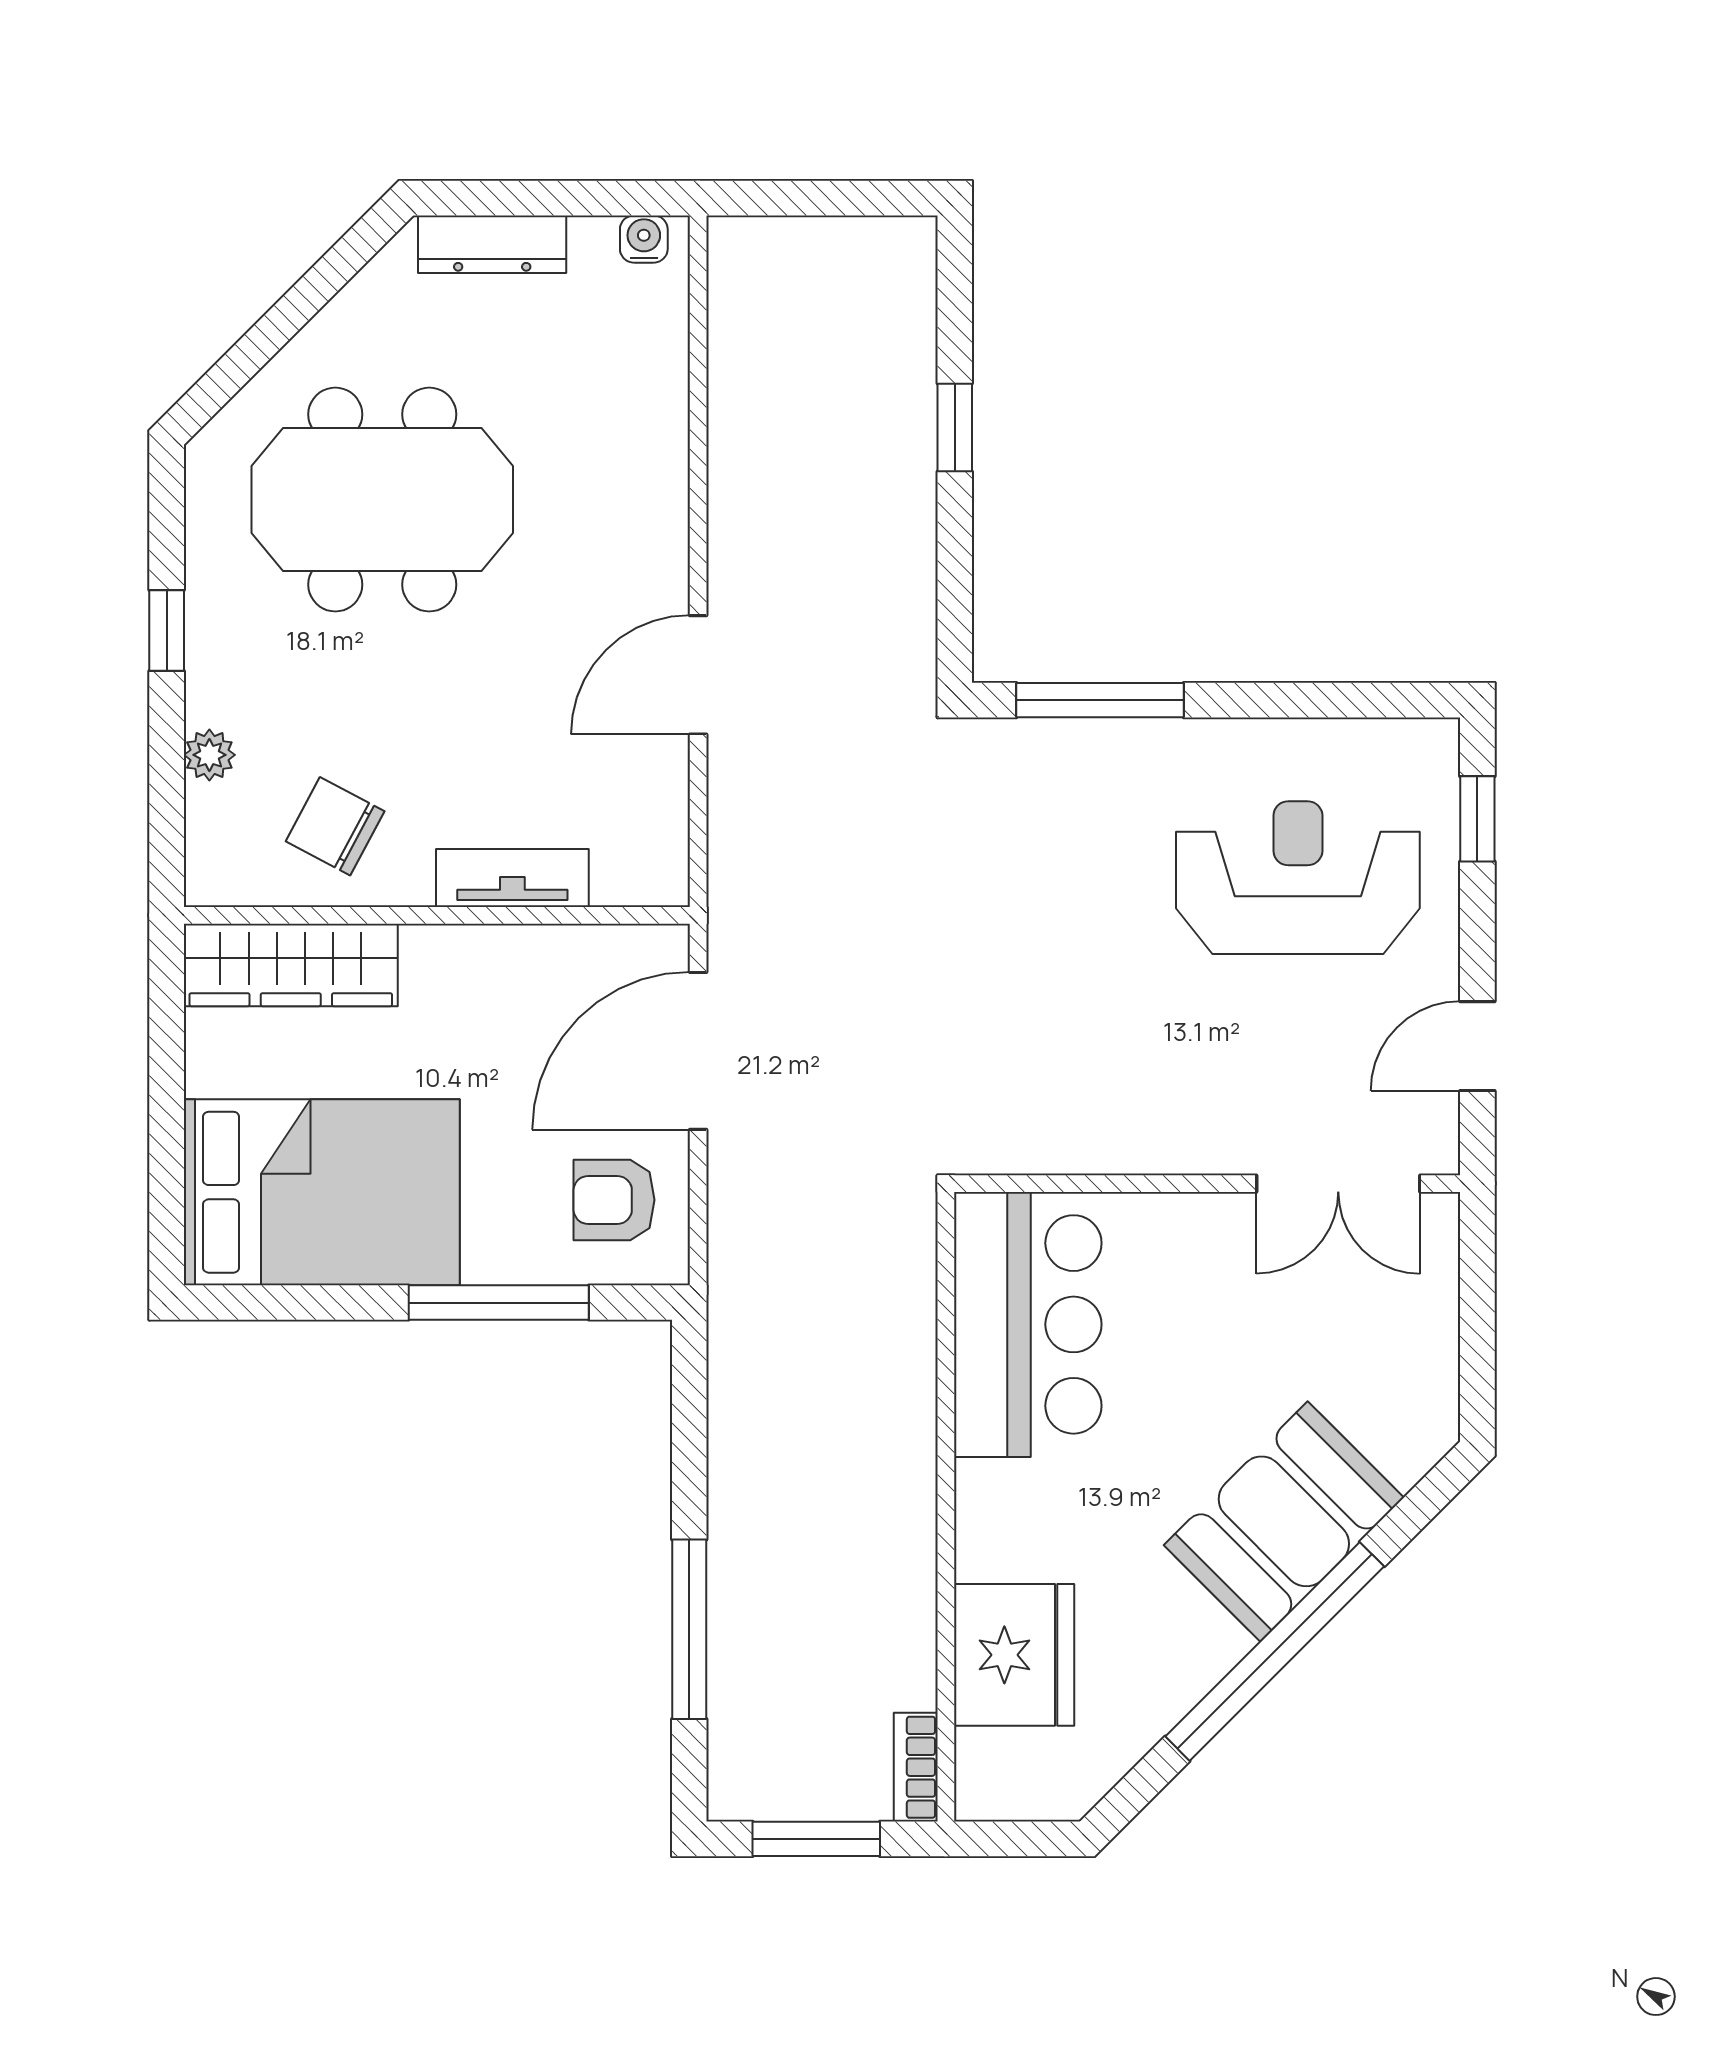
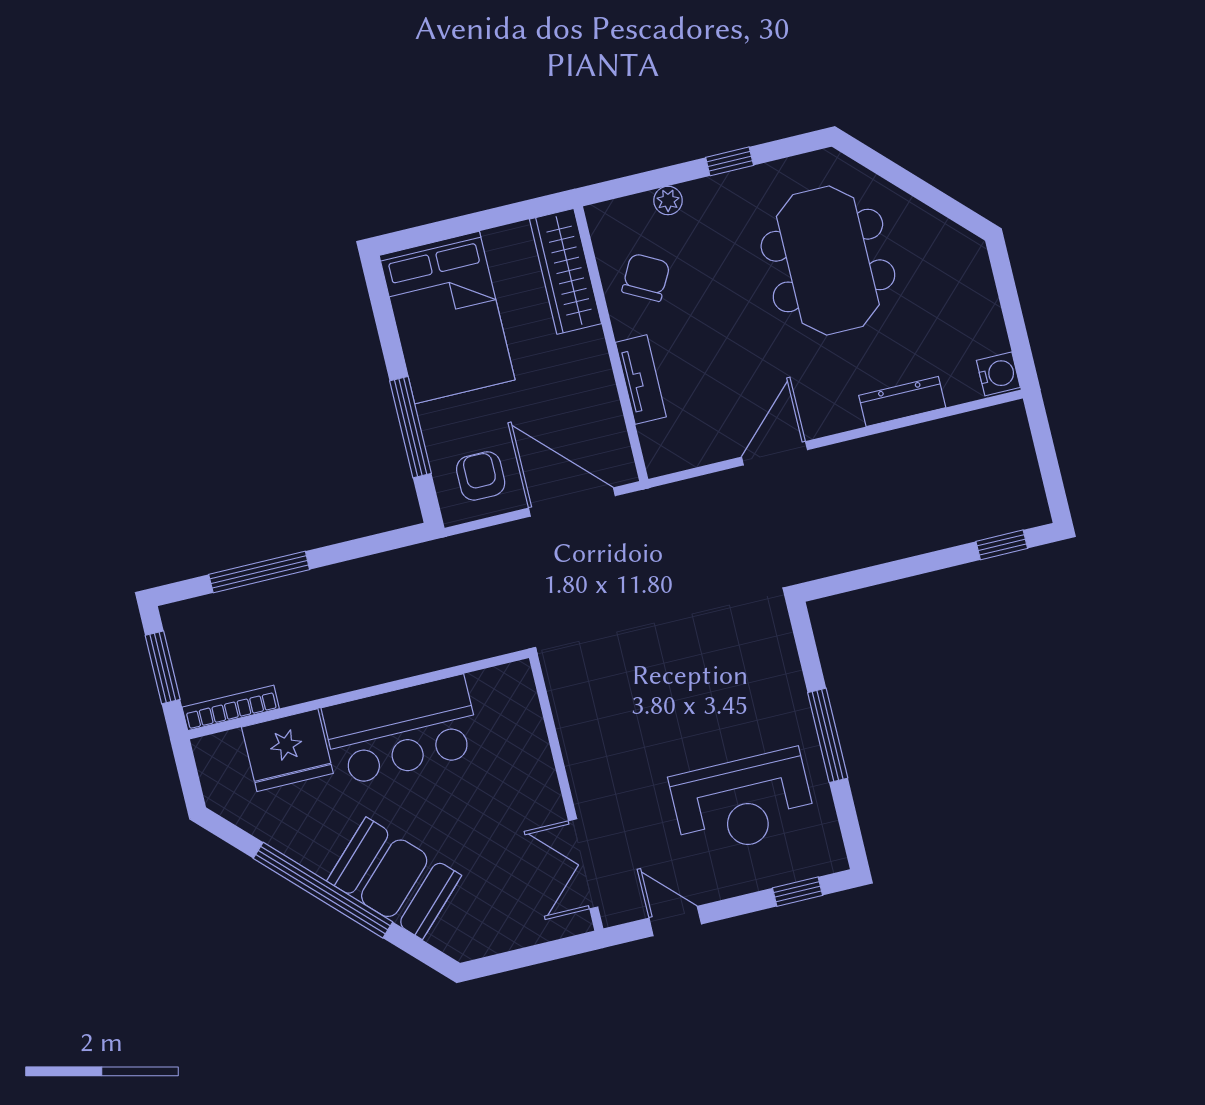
water cooler: (644, 239) -> (998, 374), width x1.38, depth x1.38
dresser: (492, 244) -> (902, 401), moved, turned 90
window: (955, 428) -> (1002, 545), moved
door: (698, 675) -> (774, 453), hinge flipped
window: (1100, 700) -> (828, 735), moved
reception desk: (1298, 878) -> (743, 803), turned 90
bar counter: (1028, 1324) -> (402, 731), moved
bookcase: (916, 1767) -> (231, 708), width x1.56

